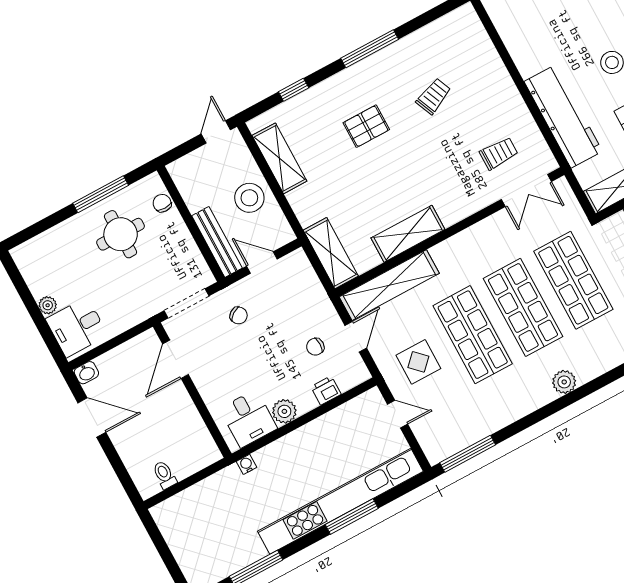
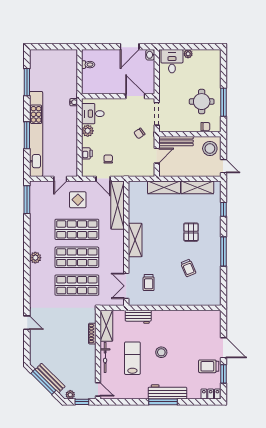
workbench: (563, 116) -> (138, 317), width x0.53, depth x0.76
stool: (249, 198) -> (210, 148), moved
shelving: (408, 234) -> (135, 240), moved
shelving: (331, 253) -> (164, 187), moved

